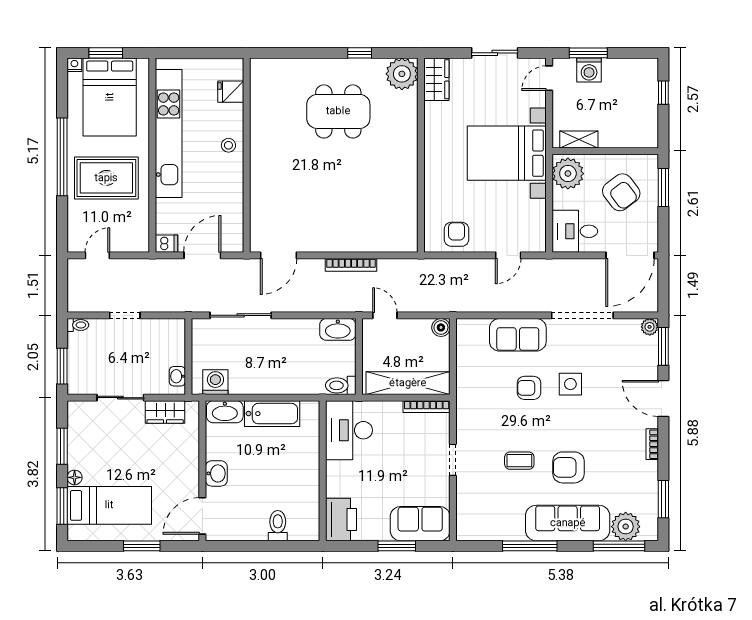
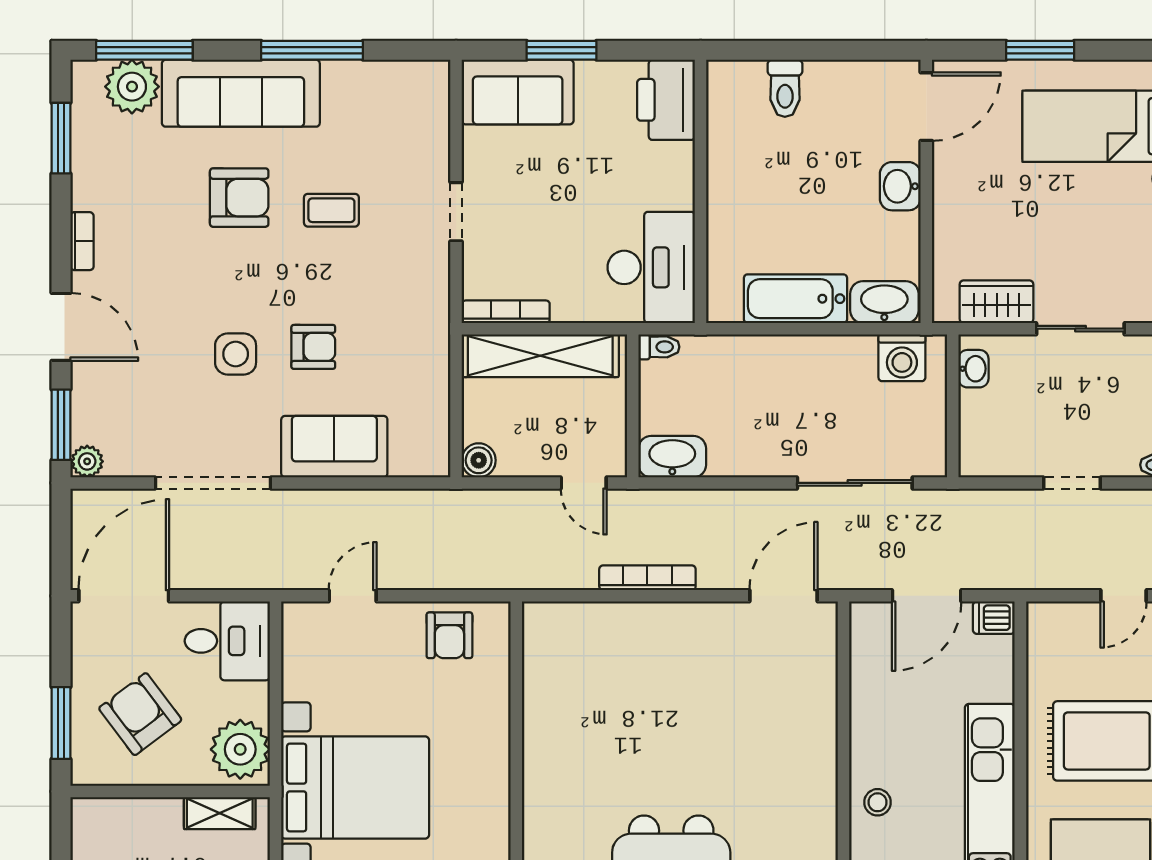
toilet: (341, 385) -> (659, 347), width x0.73, depth x0.72

